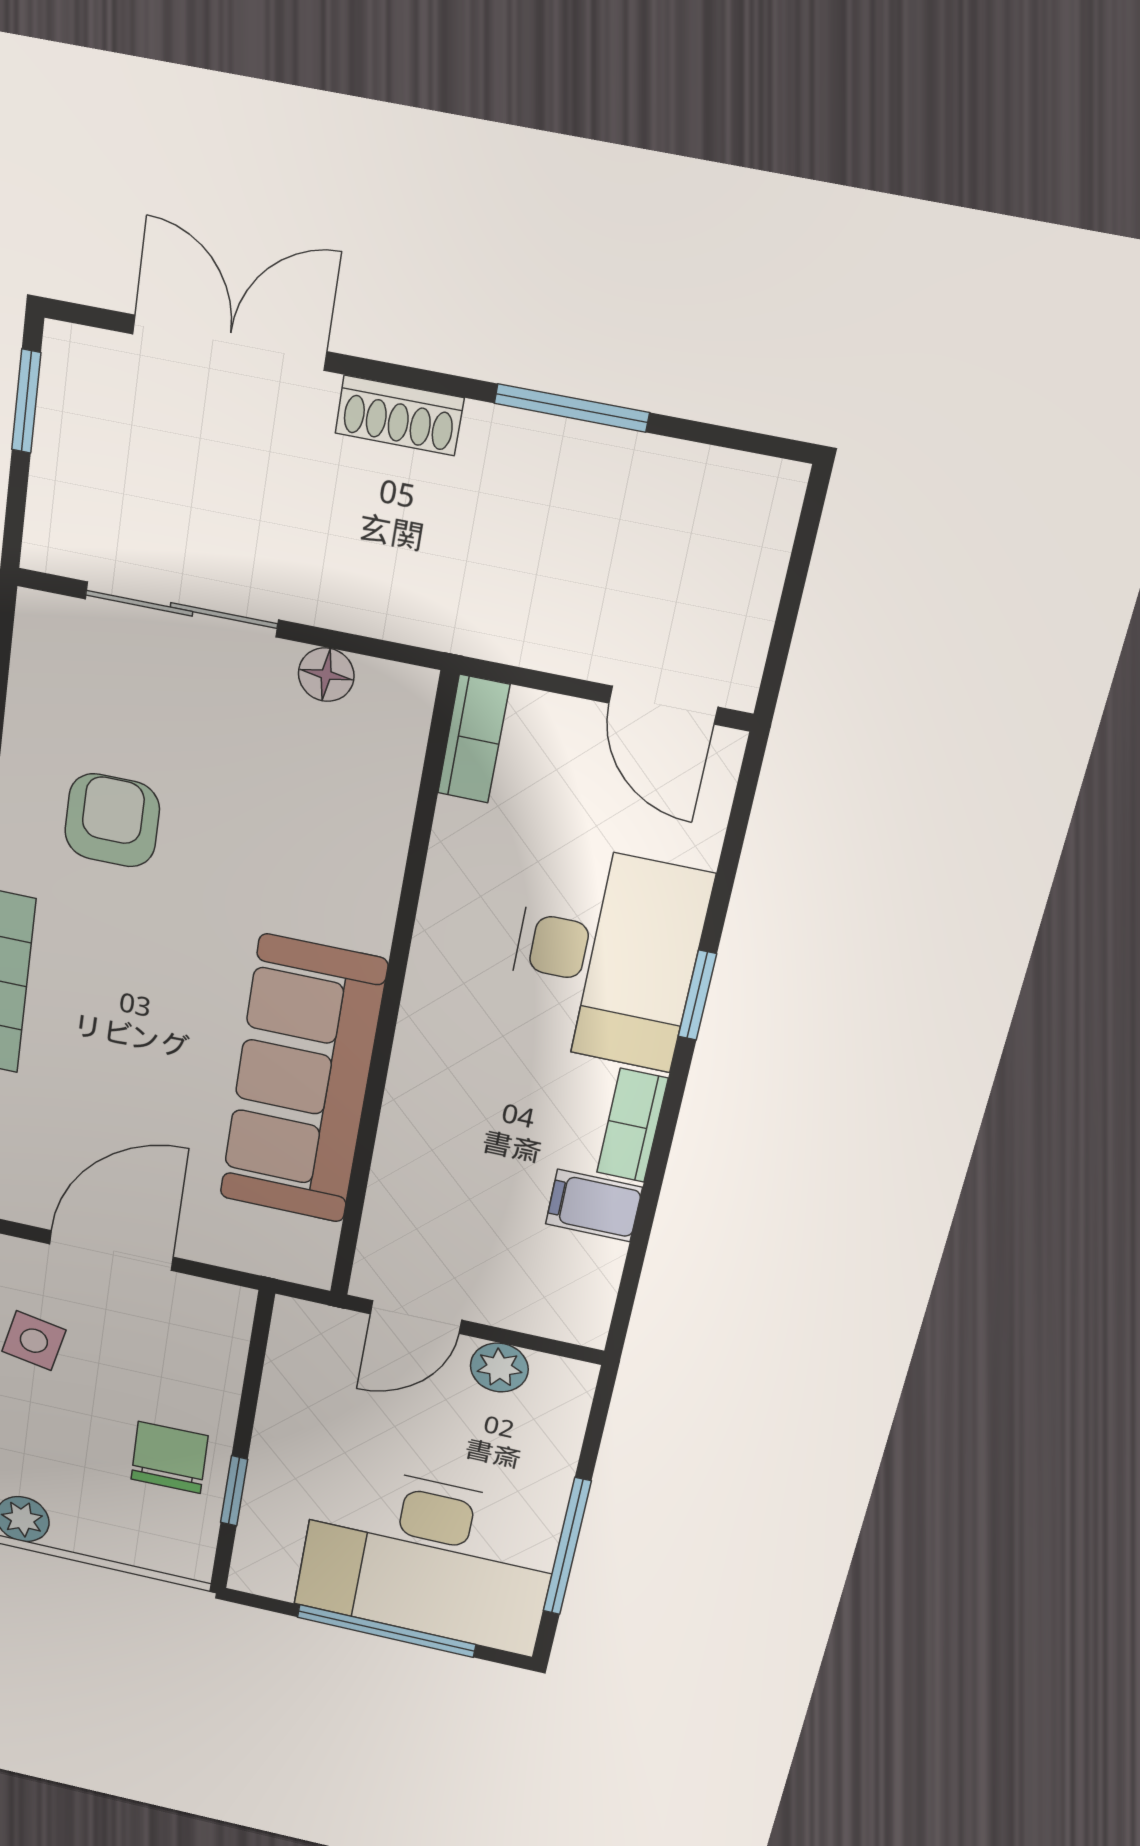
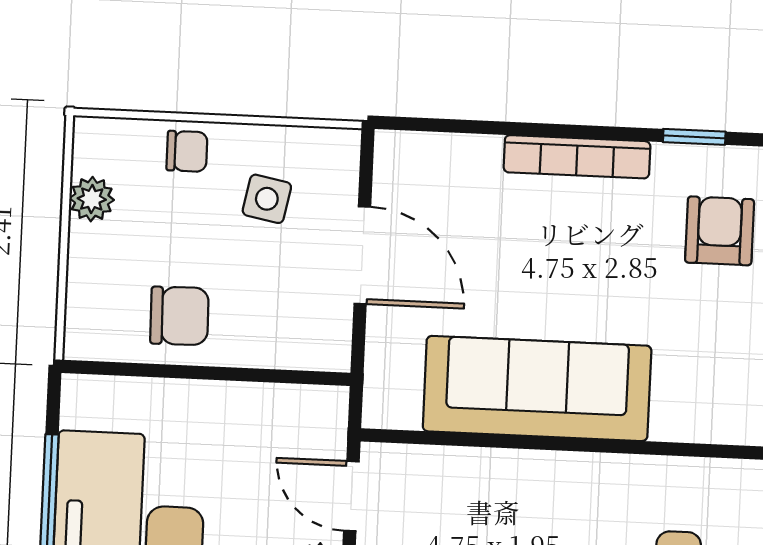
armchair: (112, 820) -> (720, 231), turned -90
window: (234, 1491) -> (159, 371), removed

